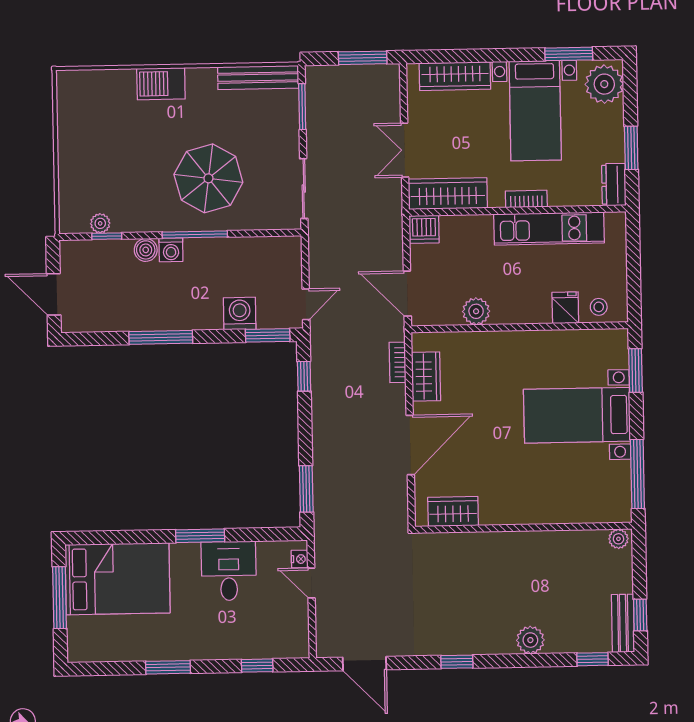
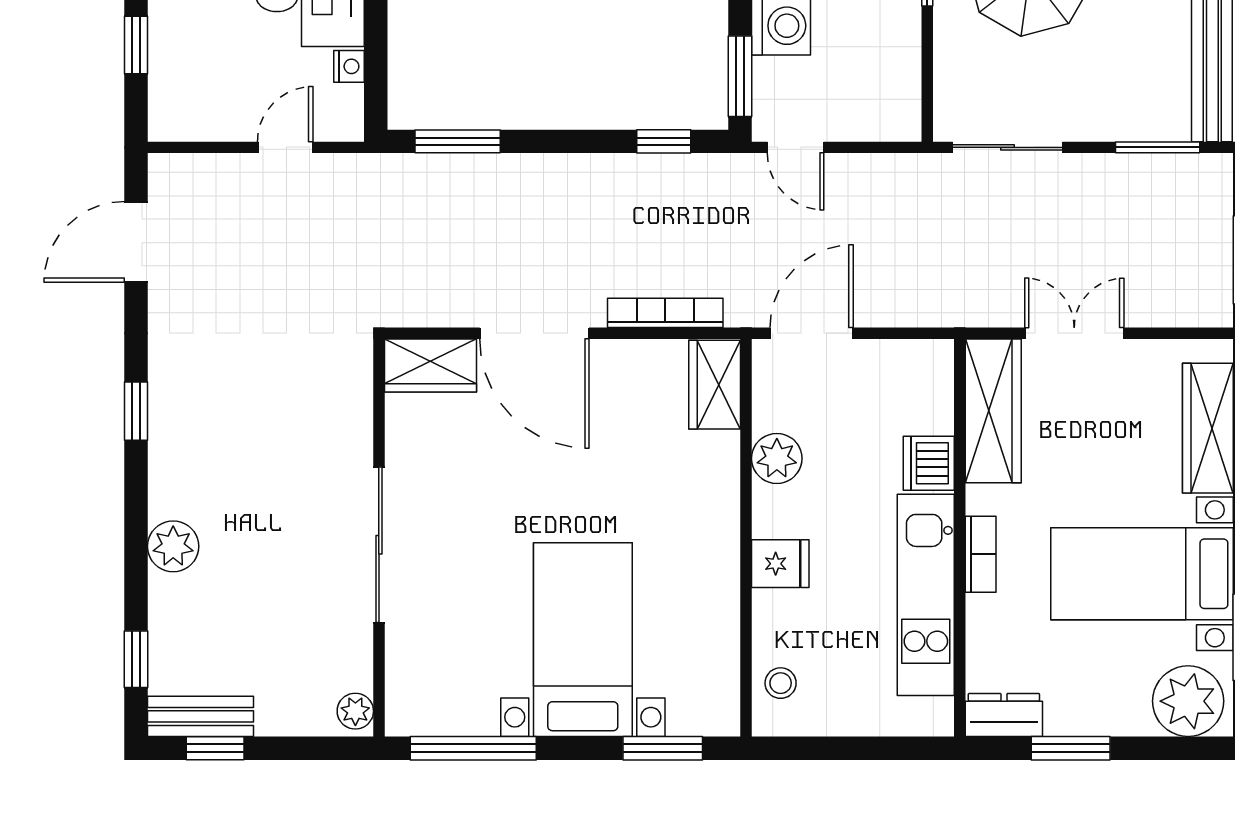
dishwasher: (424, 229) -> (929, 463), moved
fridge: (565, 308) -> (780, 564), moved
bookcase: (398, 362) -> (665, 313), width x1.56
wardrobe: (426, 377) -> (715, 385), moved, turned 90
wardrobe: (453, 511) -> (430, 365), moved, turned 90
sliding door: (527, 528) -> (379, 545), added
nightstand: (300, 559) -> (349, 66), moved, turned -90

